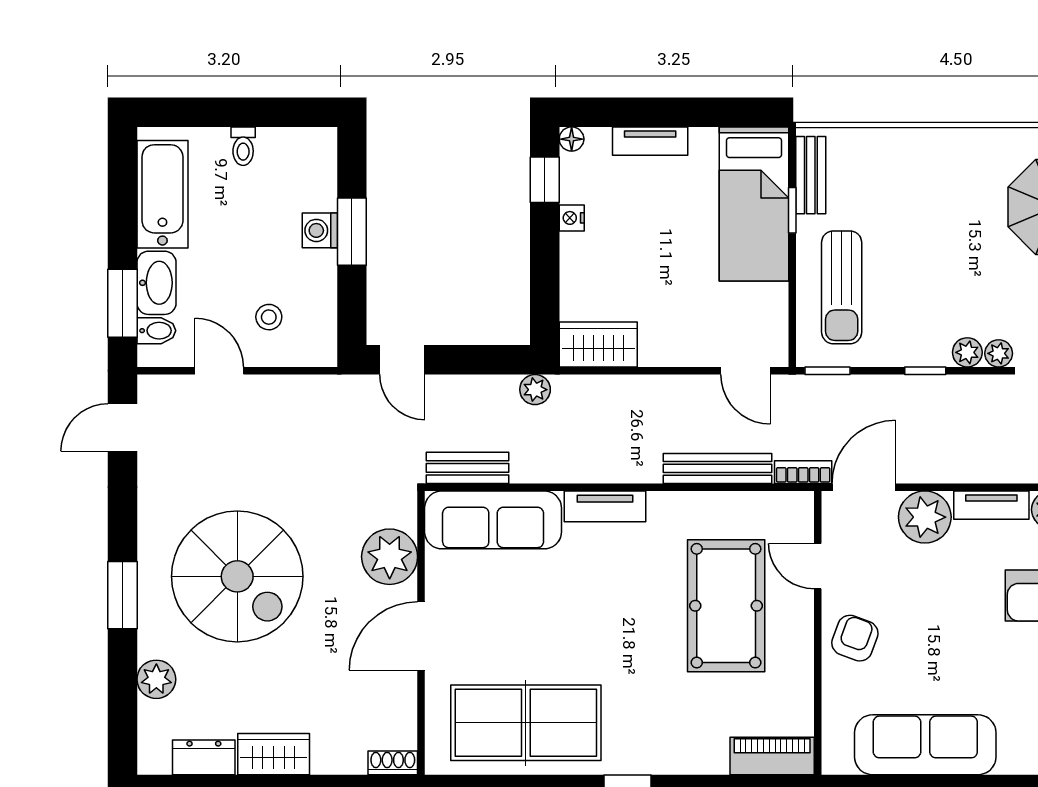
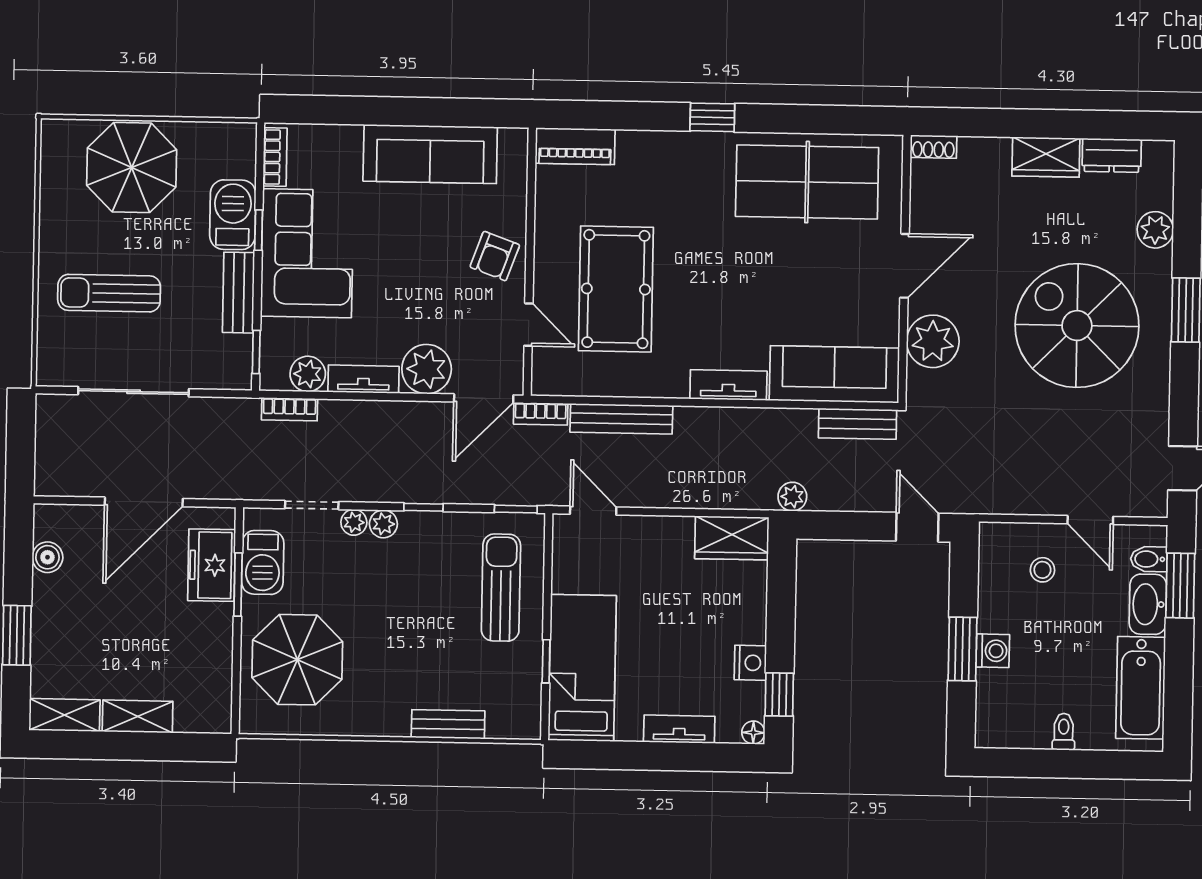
bench: (811, 175) -> (448, 724), moved, turned 90
nightstand: (572, 218) -> (750, 663), width x1.39, depth x1.35

